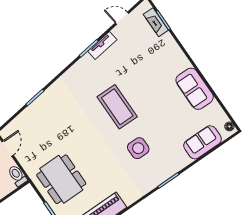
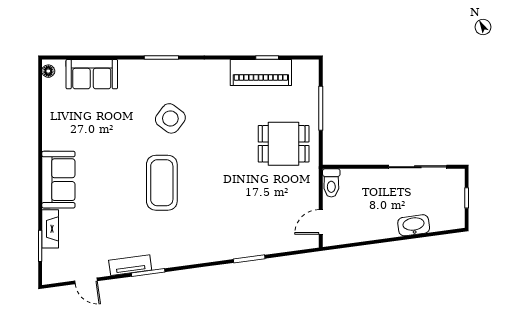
fireplace: (156, 22) -> (50, 229), moved
sofa: (195, 89) -> (58, 180), moved
side table: (138, 148) -> (170, 118), turned 37
dining table: (61, 179) -> (284, 144), width x0.73

